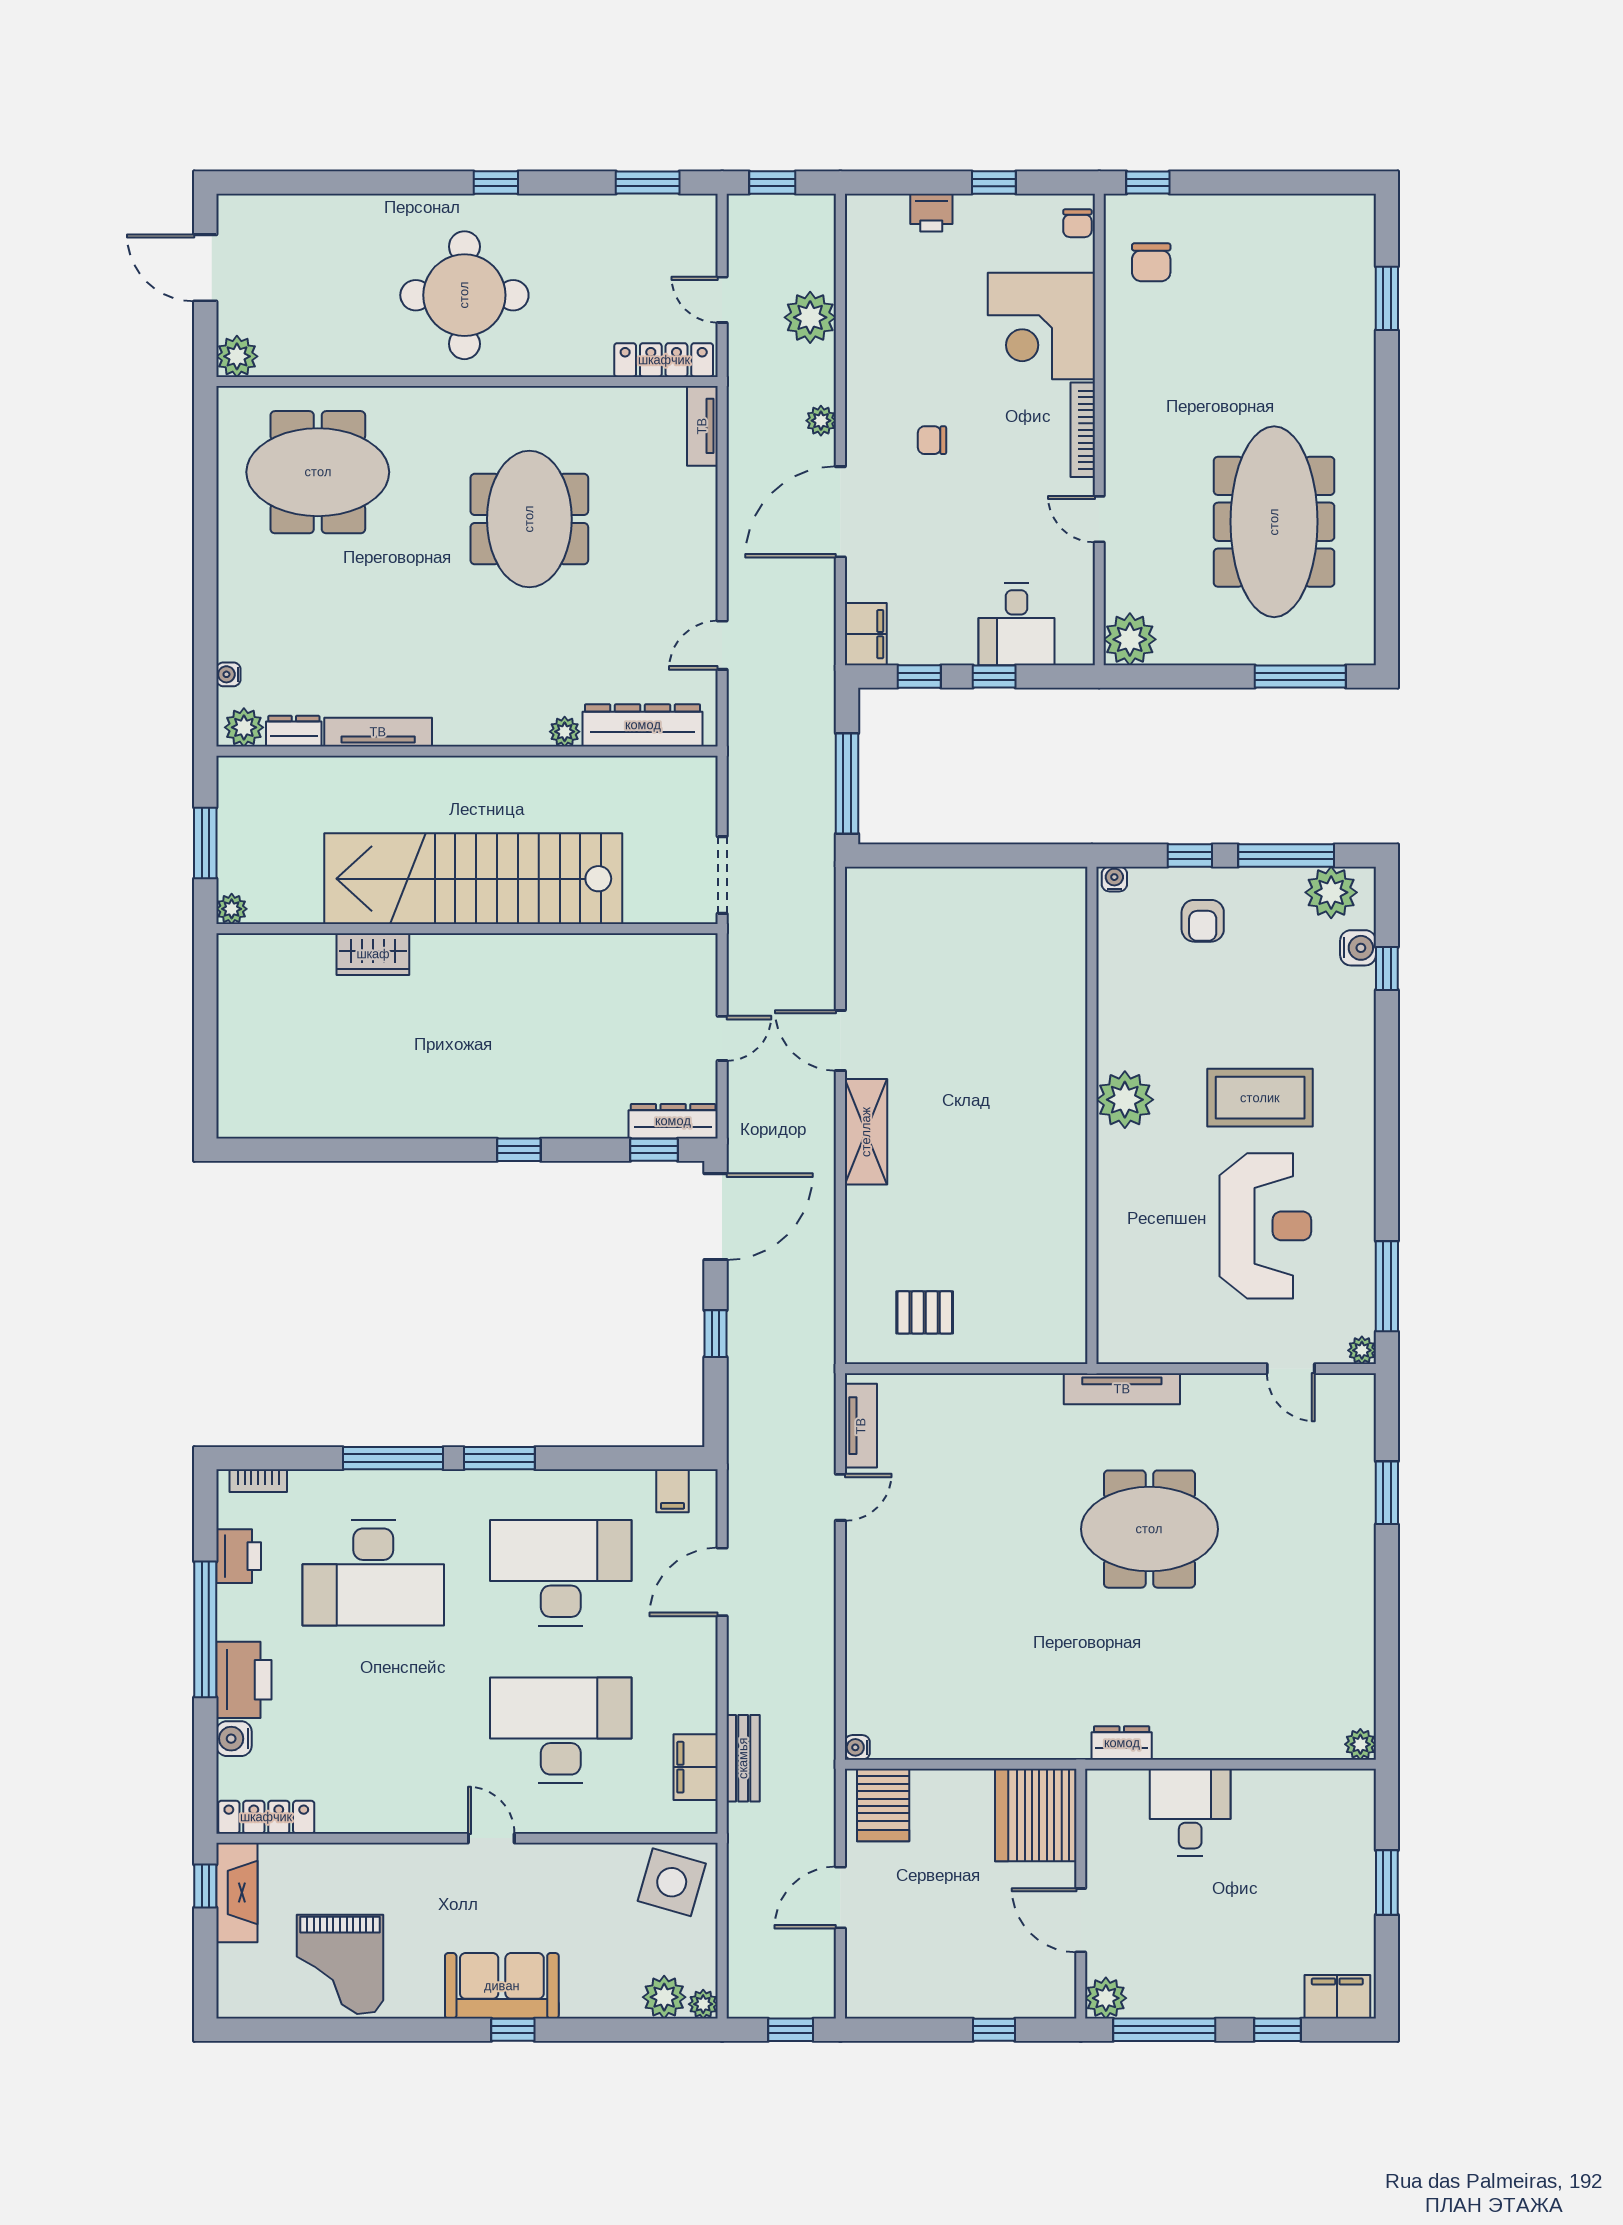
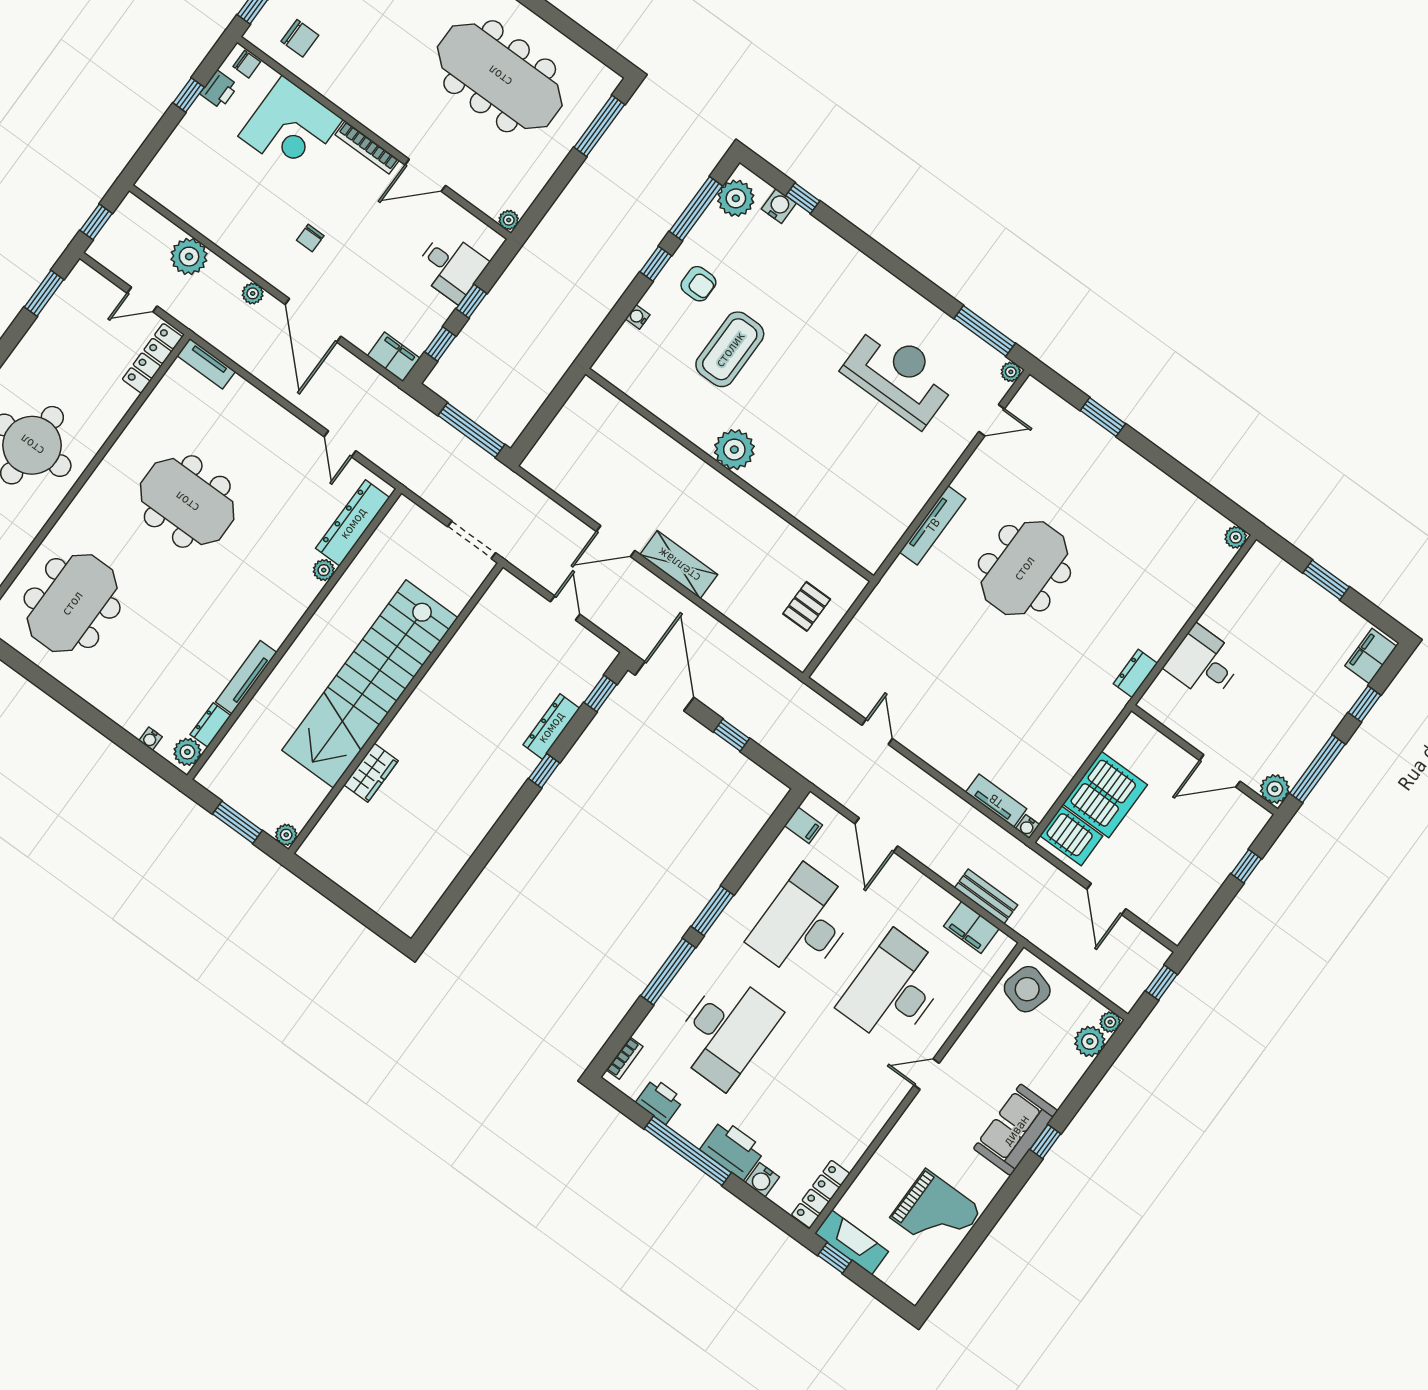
printer: (931, 213) -> (219, 90), moved
door: (1099, 519) -> (425, 175), width x1.38
plant: (1130, 639) -> (509, 220), width x0.53, depth x0.53
coffee table: (1260, 1098) -> (730, 349), moved
plant: (1125, 1100) -> (734, 450), moved
wall: (1092, 1115) -> (730, 475), moved
dresser: (673, 1121) -> (551, 727), moved
tv unit: (861, 1426) -> (996, 801), moved
server rack: (1036, 1815) -> (1105, 795), moved, turned -90

